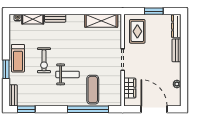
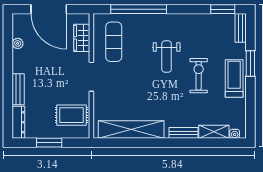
shelving: (101, 21) -> (131, 130), width x1.47
rug: (137, 31) -> (72, 115), turned 90
weight bench: (68, 74) -> (167, 57), turned -90
exercise mat: (93, 90) -> (114, 42), moved

